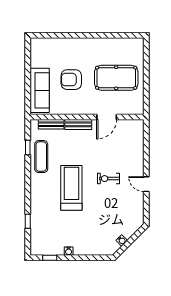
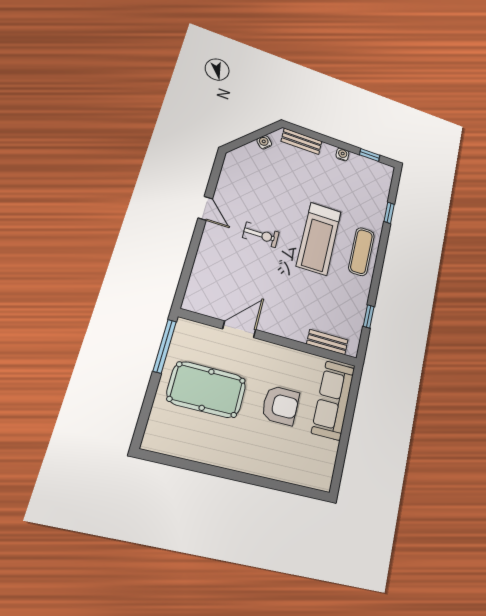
window: (146, 96) -> (165, 346), added
bench: (78, 124) -> (302, 141), moved
exercise mat: (41, 157) -> (361, 252), moved

